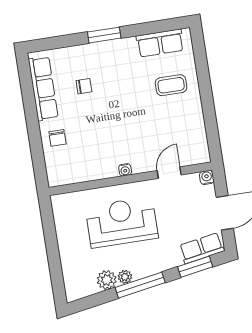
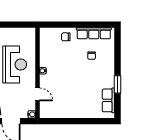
window: (104, 35) -> (118, 84), moved
coffee table: (171, 85) -> (85, 103), removed

